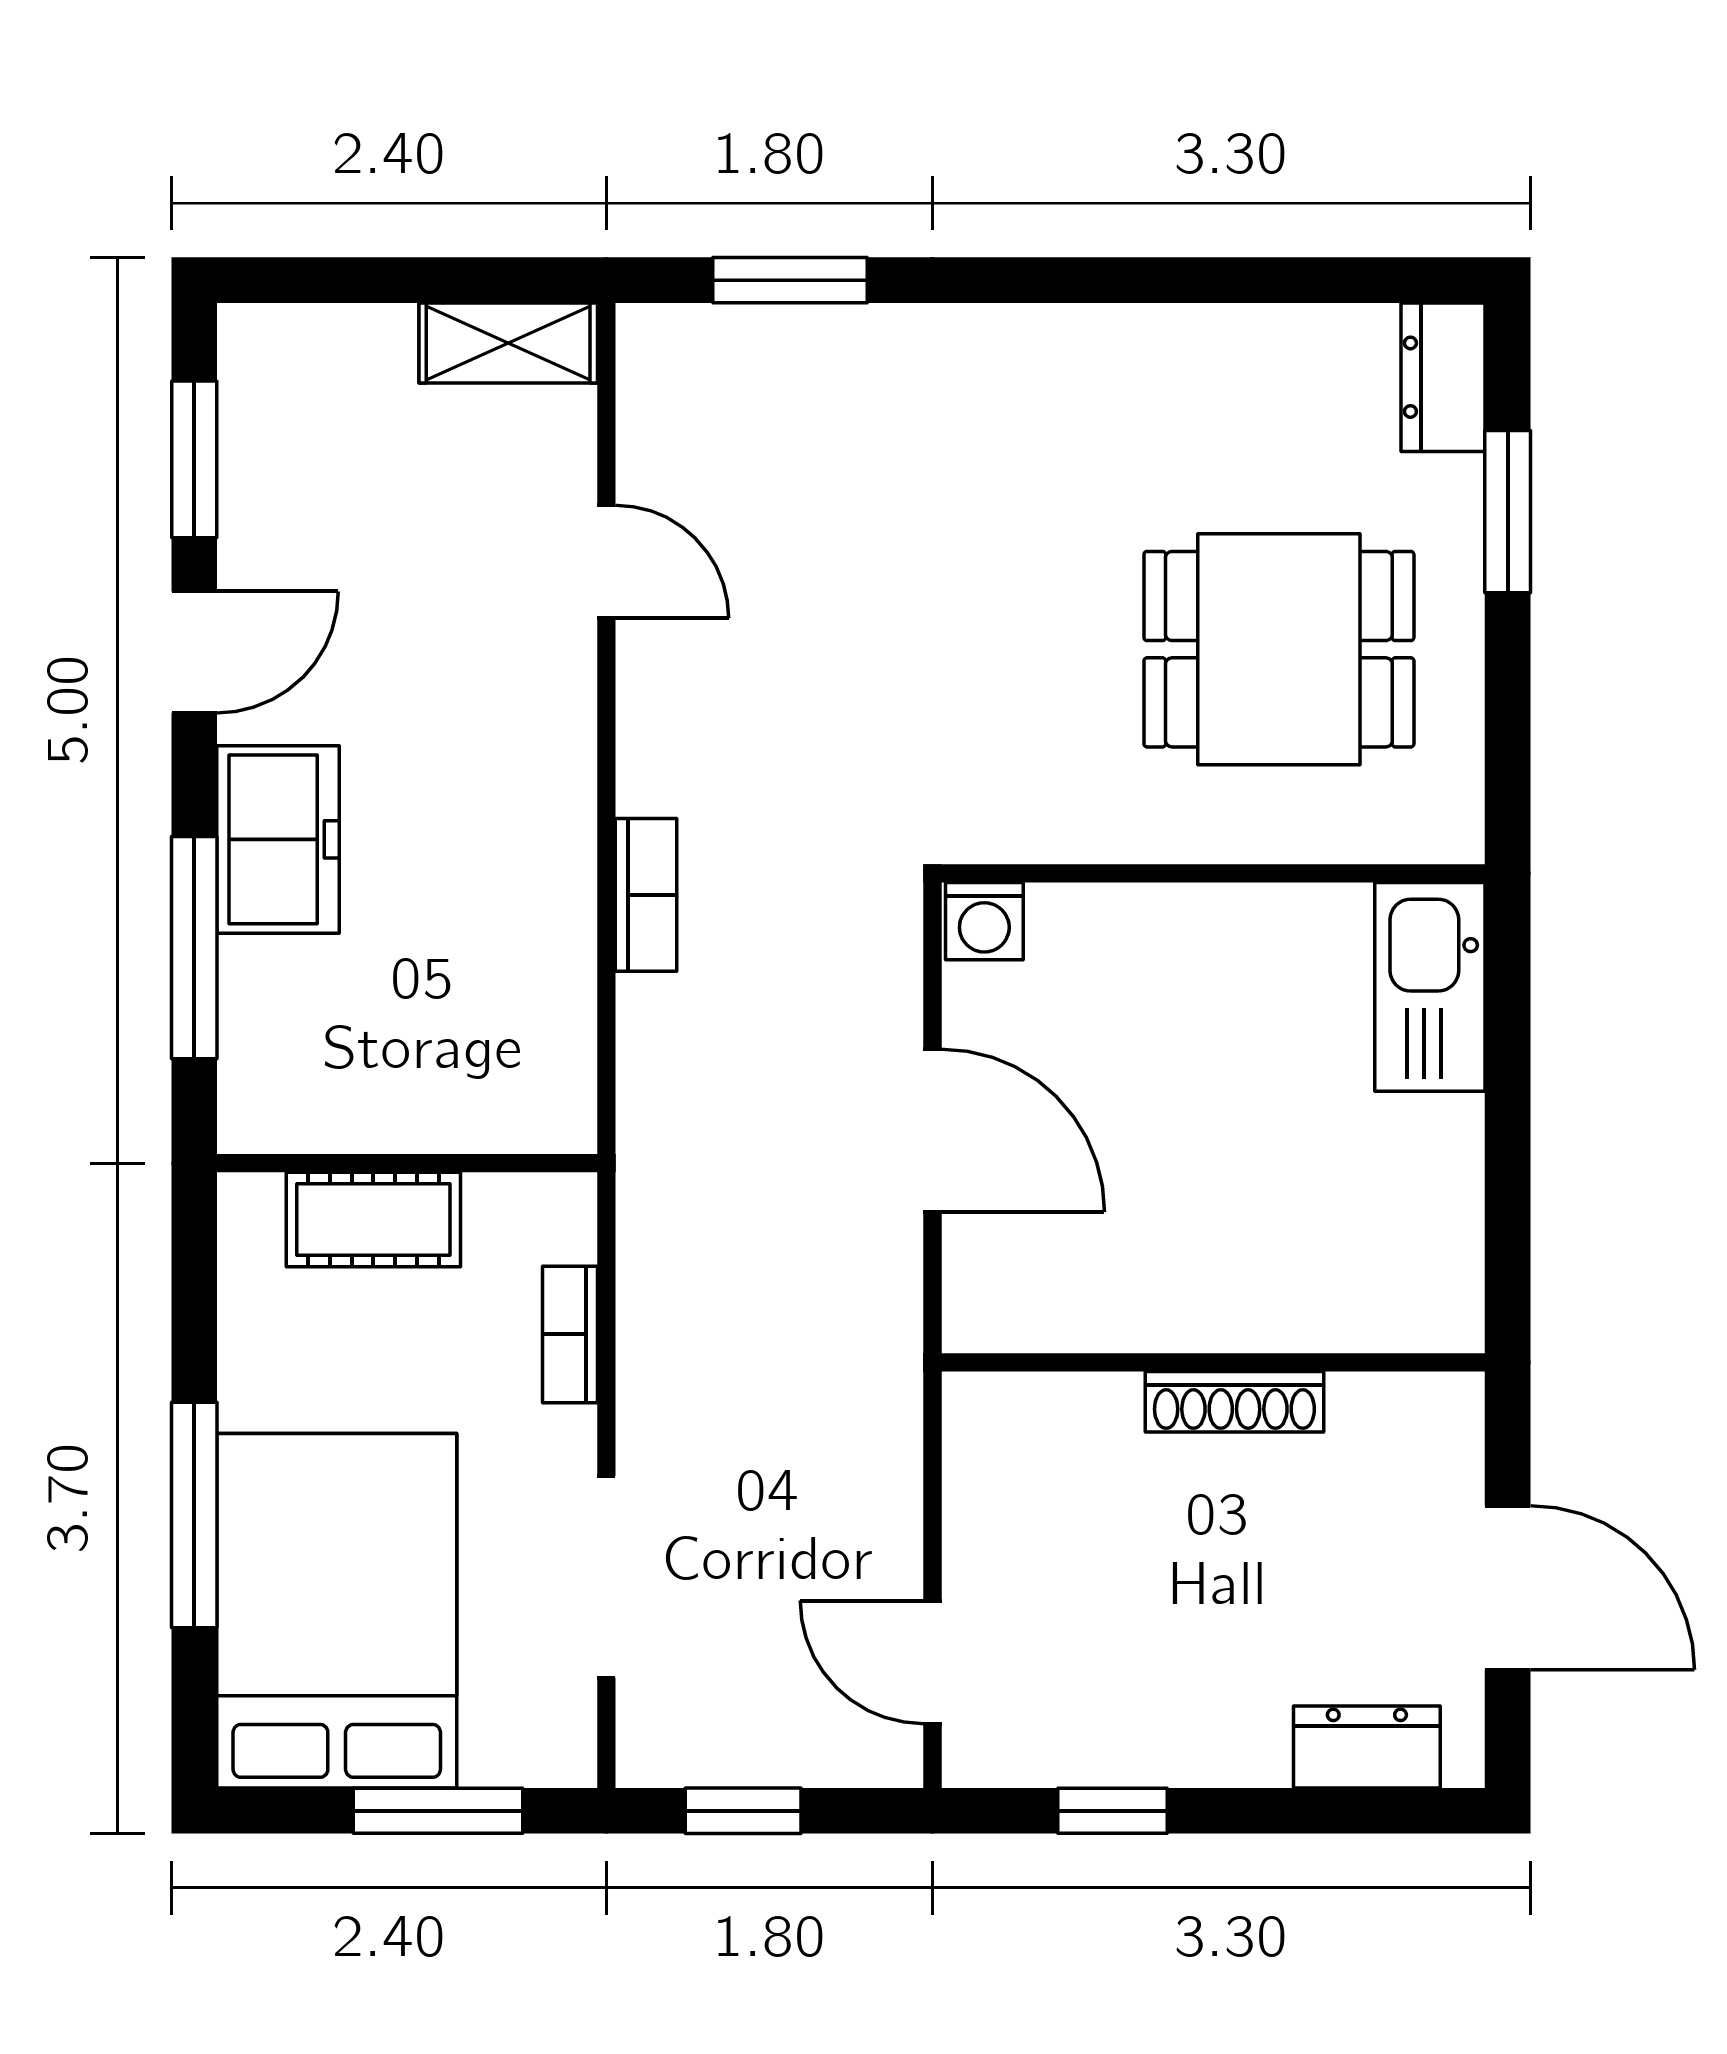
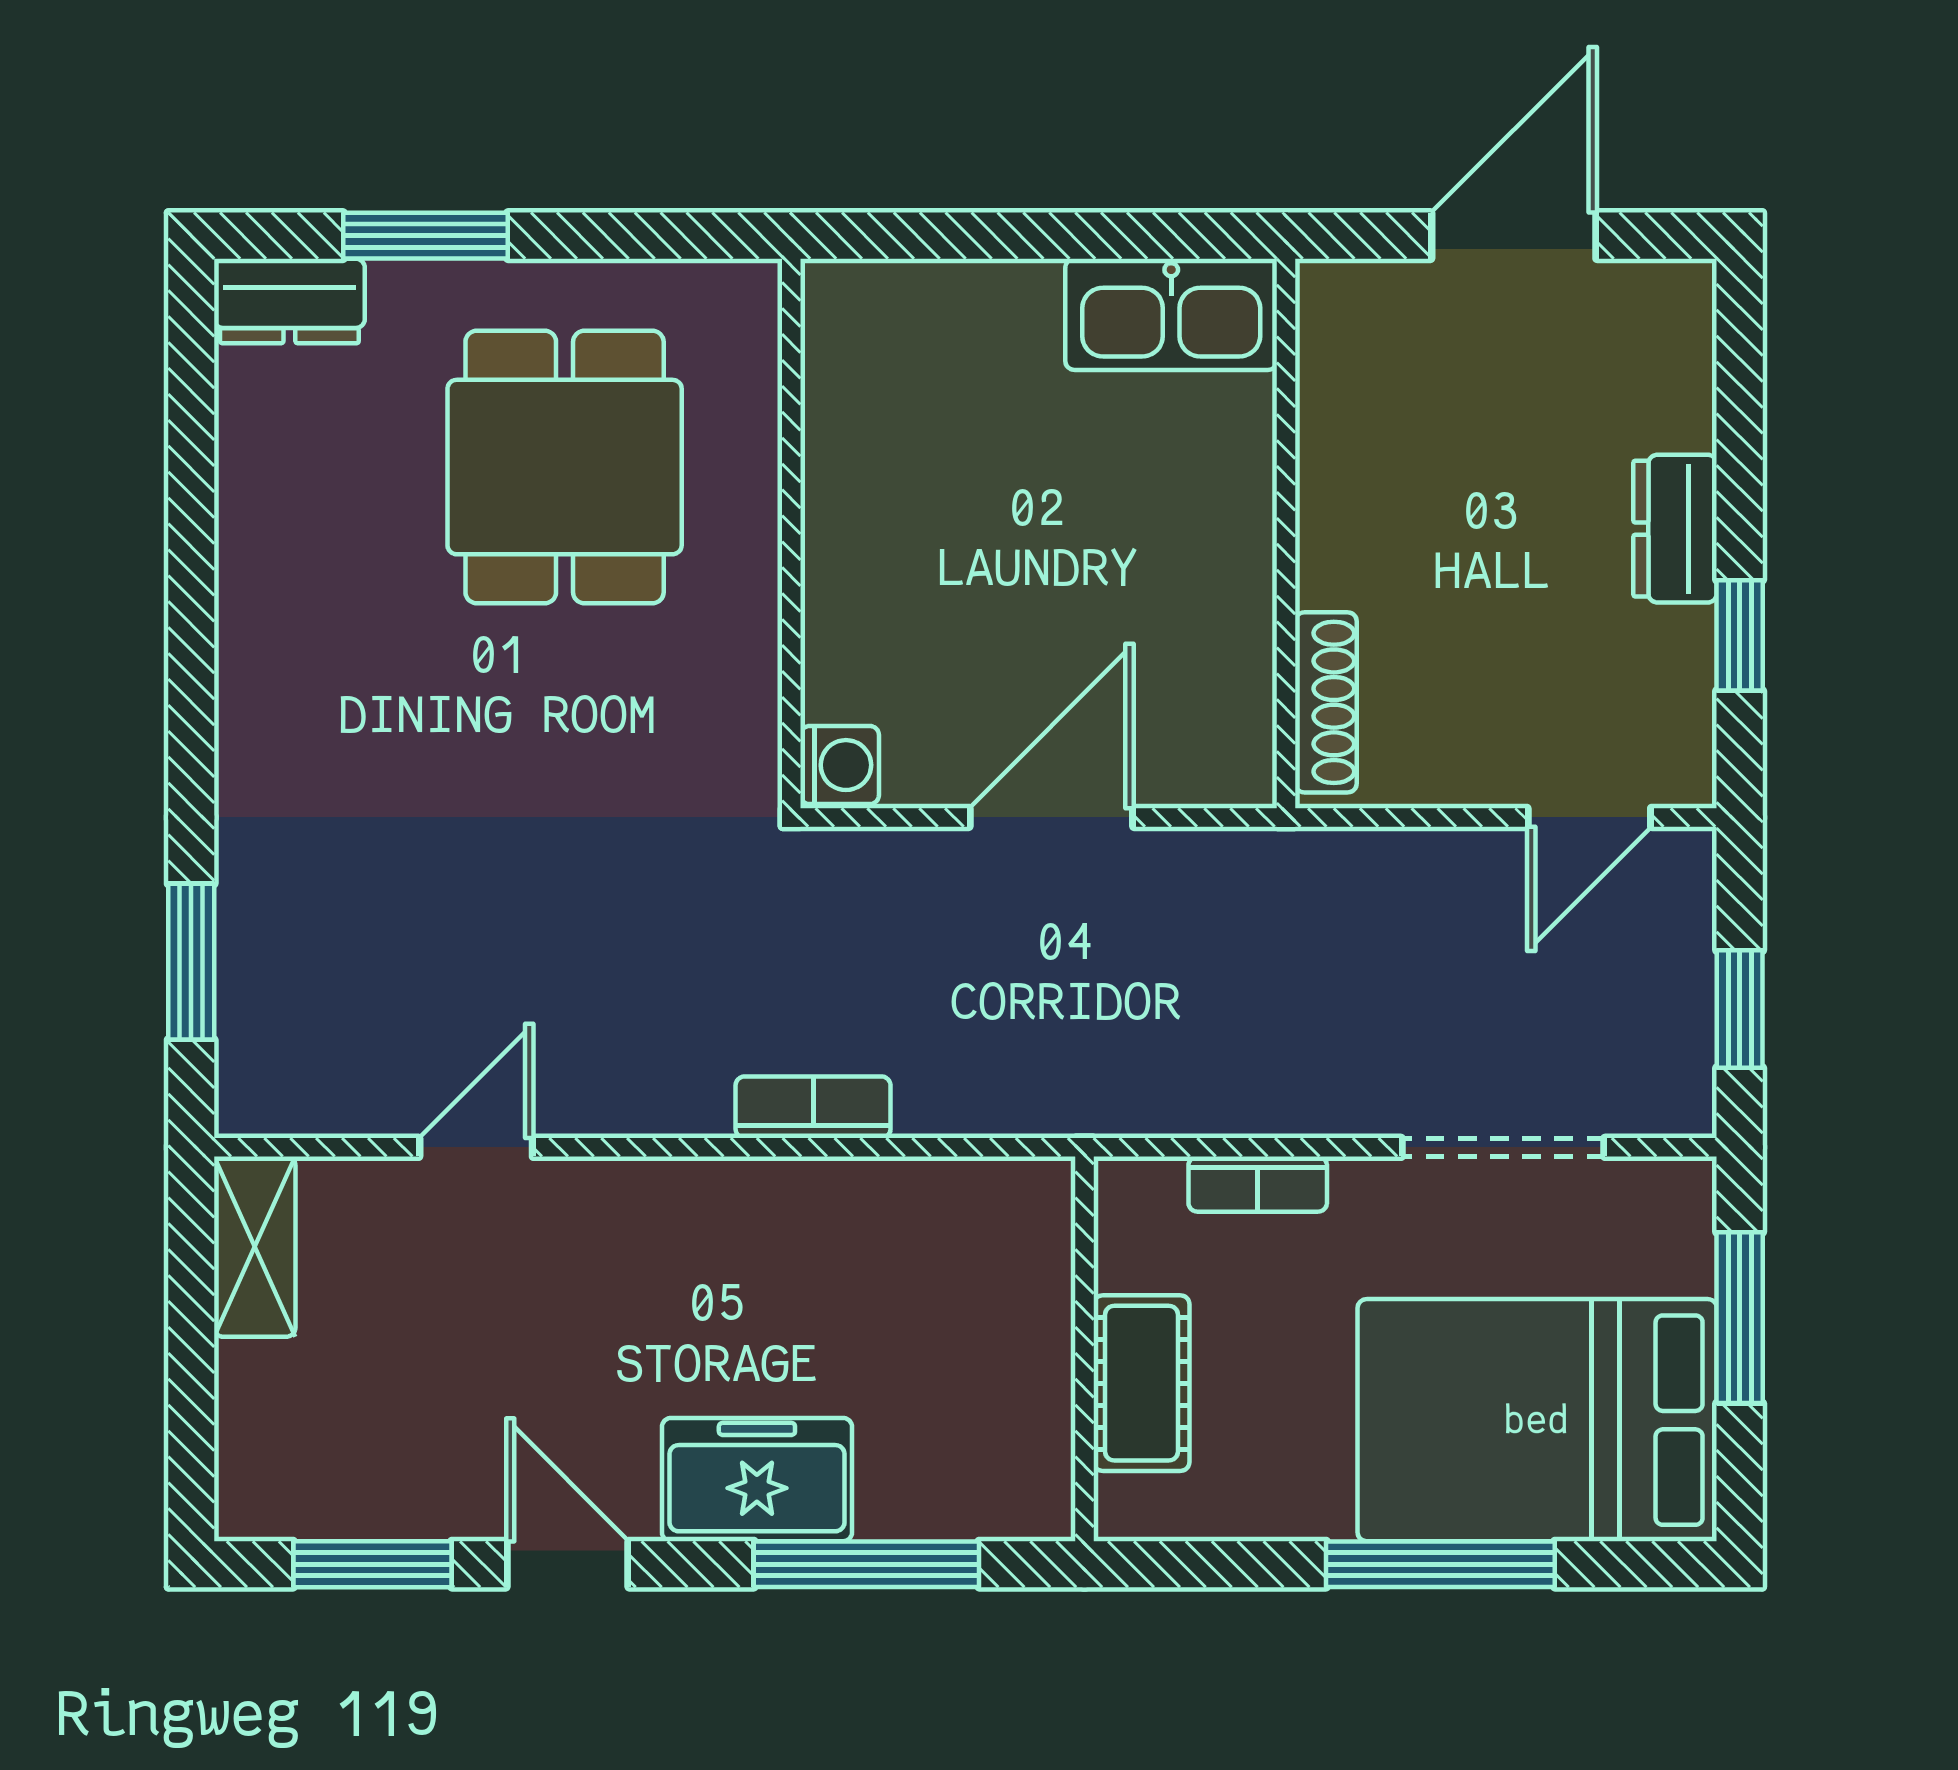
kitchen sink: (1430, 987) -> (1171, 314), moved
shoe rack: (1234, 1402) -> (1326, 702), moved
dresser: (1367, 1747) -> (1675, 529), moved

